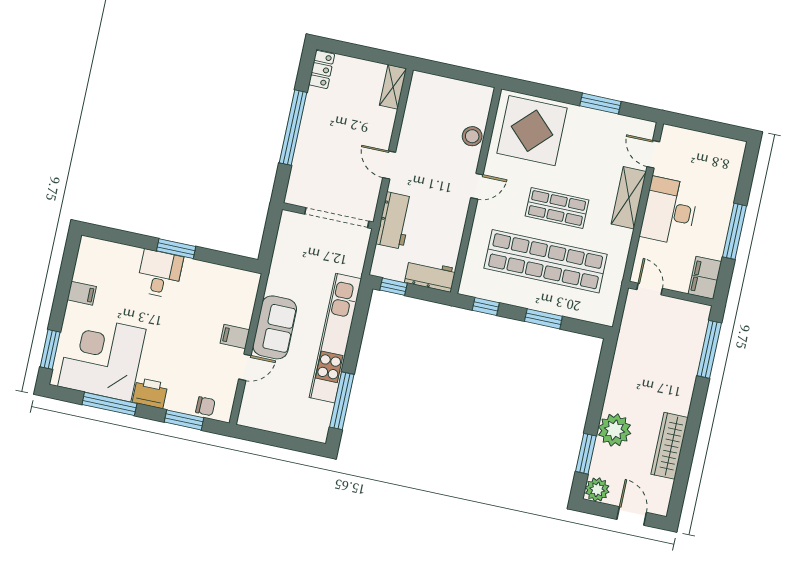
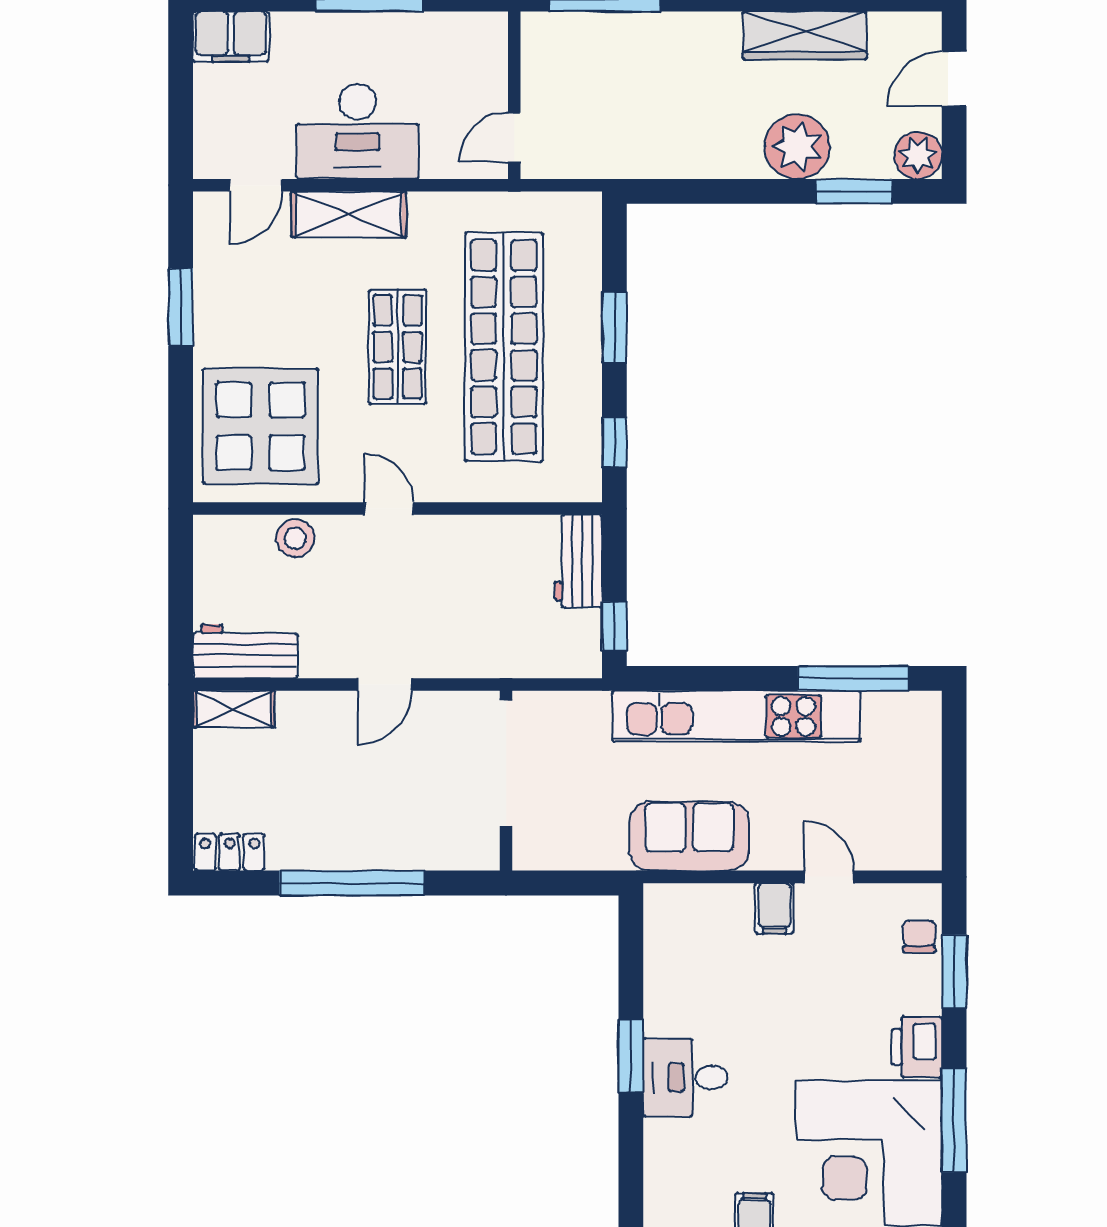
workbench: (395, 221) -> (245, 651), moved
filing cabinet: (705, 278) -> (231, 37), moved
sofa: (275, 327) -> (689, 836), moved

